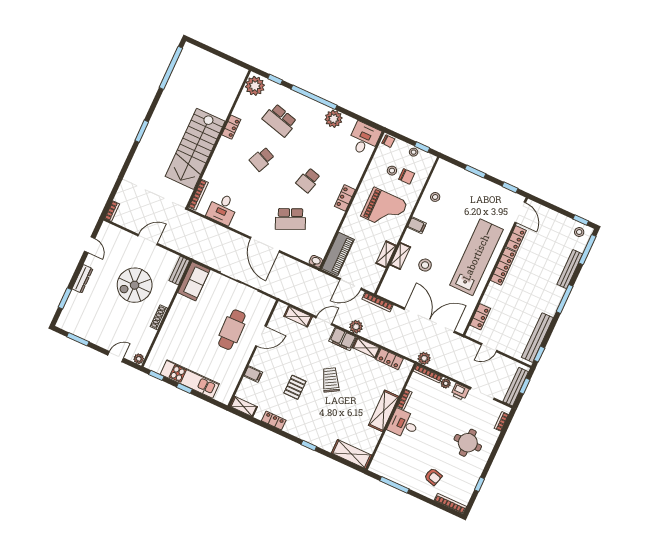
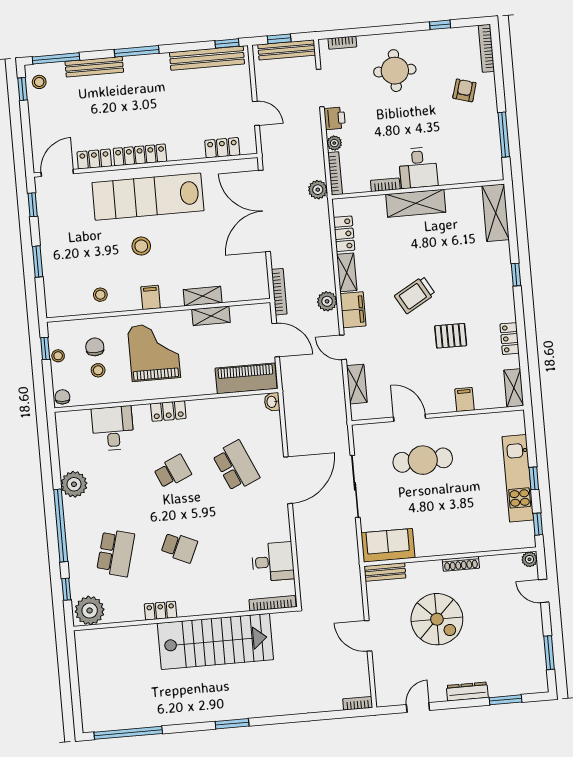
desk: (364, 139) -> (113, 428), moved, turned 90
school desk: (308, 180) -> (172, 472), turned -39
stool: (425, 265) -> (141, 246), moved

